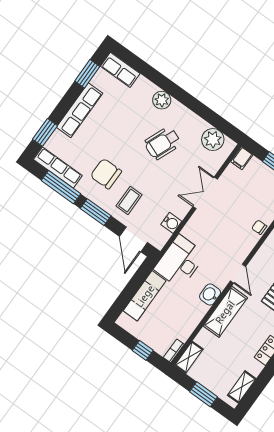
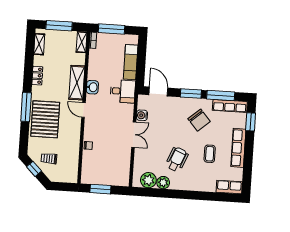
window: (87, 74) -> (247, 172), removed
plant: (162, 100) -> (163, 183), moved
filing cabinet: (242, 158) -> (124, 180), removed
chair: (106, 174) -> (199, 120), turned 49
double door: (205, 193) -> (134, 135), moved
coffee table: (129, 200) -> (210, 154), moved
desk: (180, 262) -> (123, 91), width x0.73
window: (143, 350) -> (112, 29), width x2.17
window: (204, 394) -> (59, 26), width x1.44

